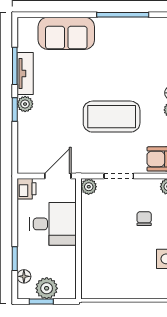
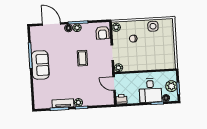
sofa: (66, 33) -> (40, 65), moved
coffee table: (112, 117) -> (82, 58), width x0.54, depth x0.58
desk: (53, 224) -> (150, 91), moved, turned 180

